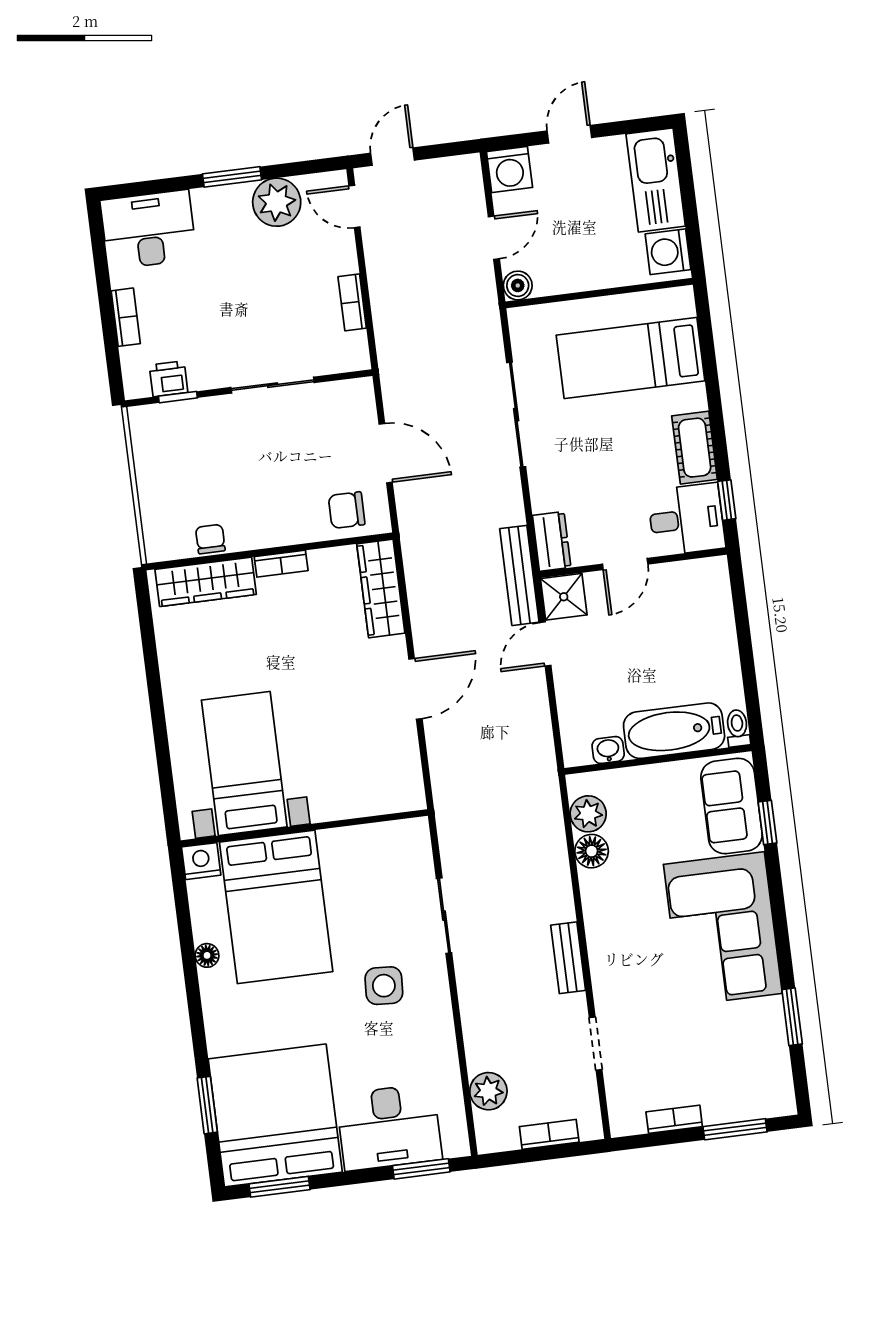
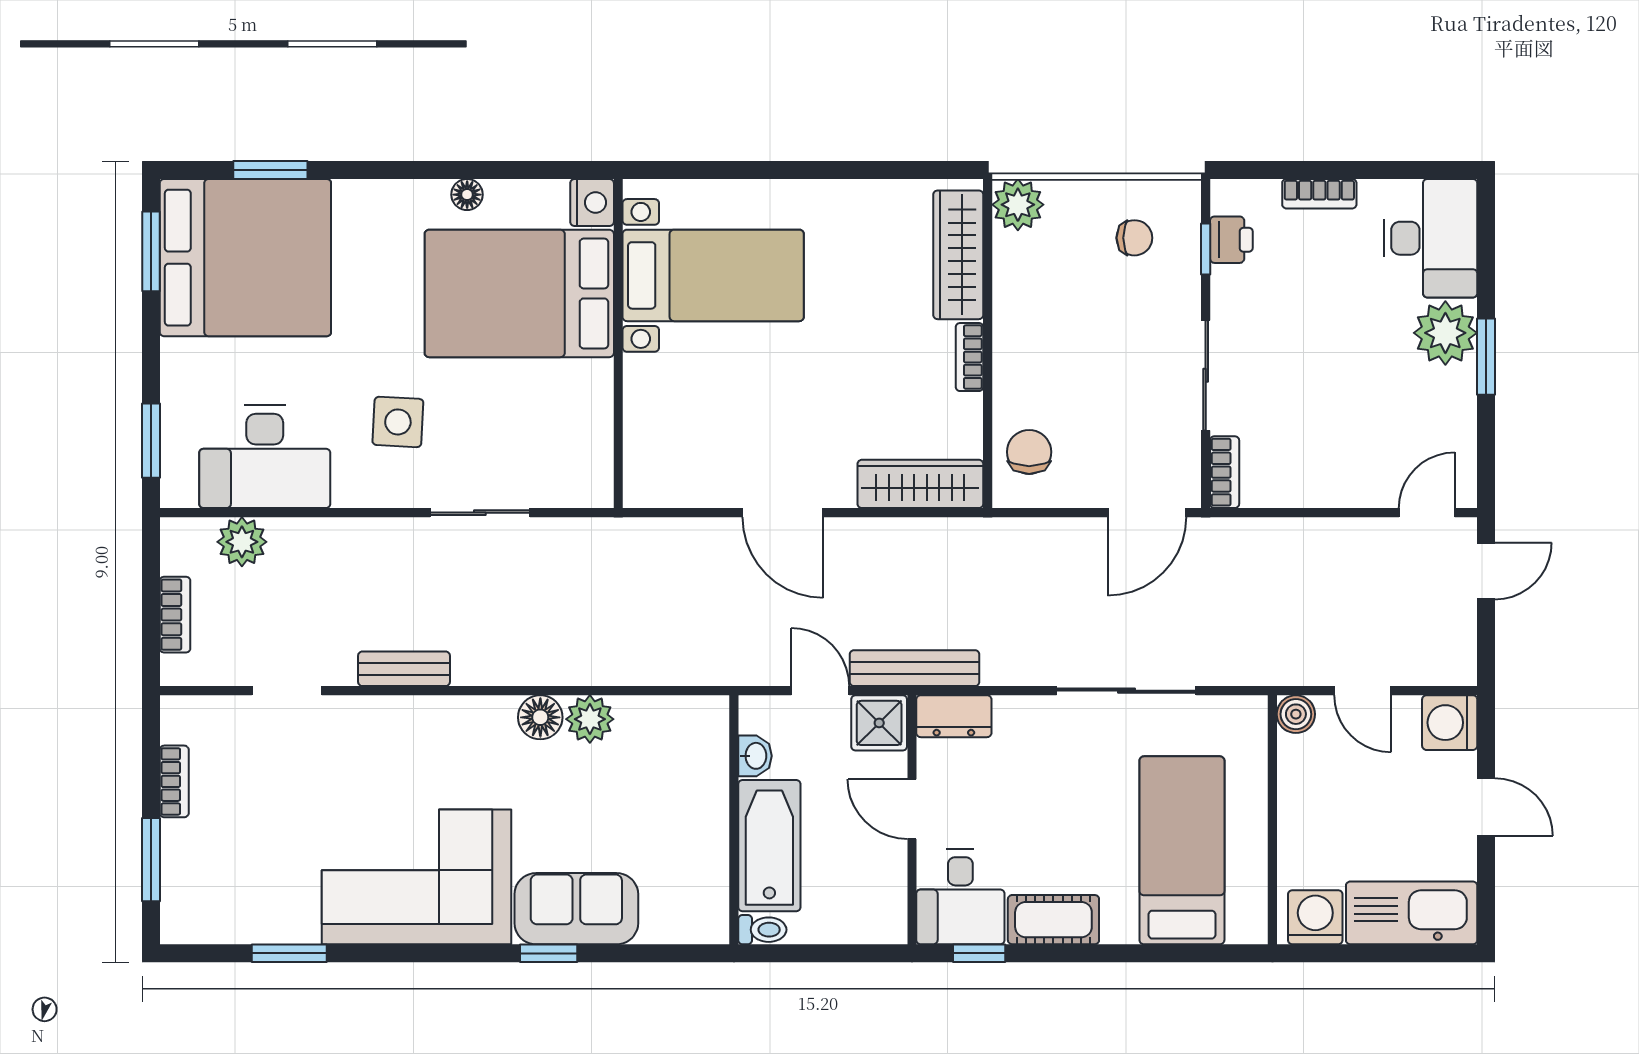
door: (392, 157) -> (1486, 571), hinge flipped
plant: (277, 202) -> (1445, 333), moved
bookcase: (352, 302) -> (1225, 472), moved, turned 90
door: (386, 453) -> (1147, 513), moved
chair: (210, 539) -> (1134, 238), moved
plant: (162, 542) -> (1018, 205), added
toilet: (738, 728) -> (762, 930), moved
bathtub: (674, 731) -> (769, 846), moved
washbasin: (608, 750) -> (755, 756), moved
wall: (658, 760) -> (734, 820), moved
desk: (389, 1127) -> (265, 457), moved, turned -90

